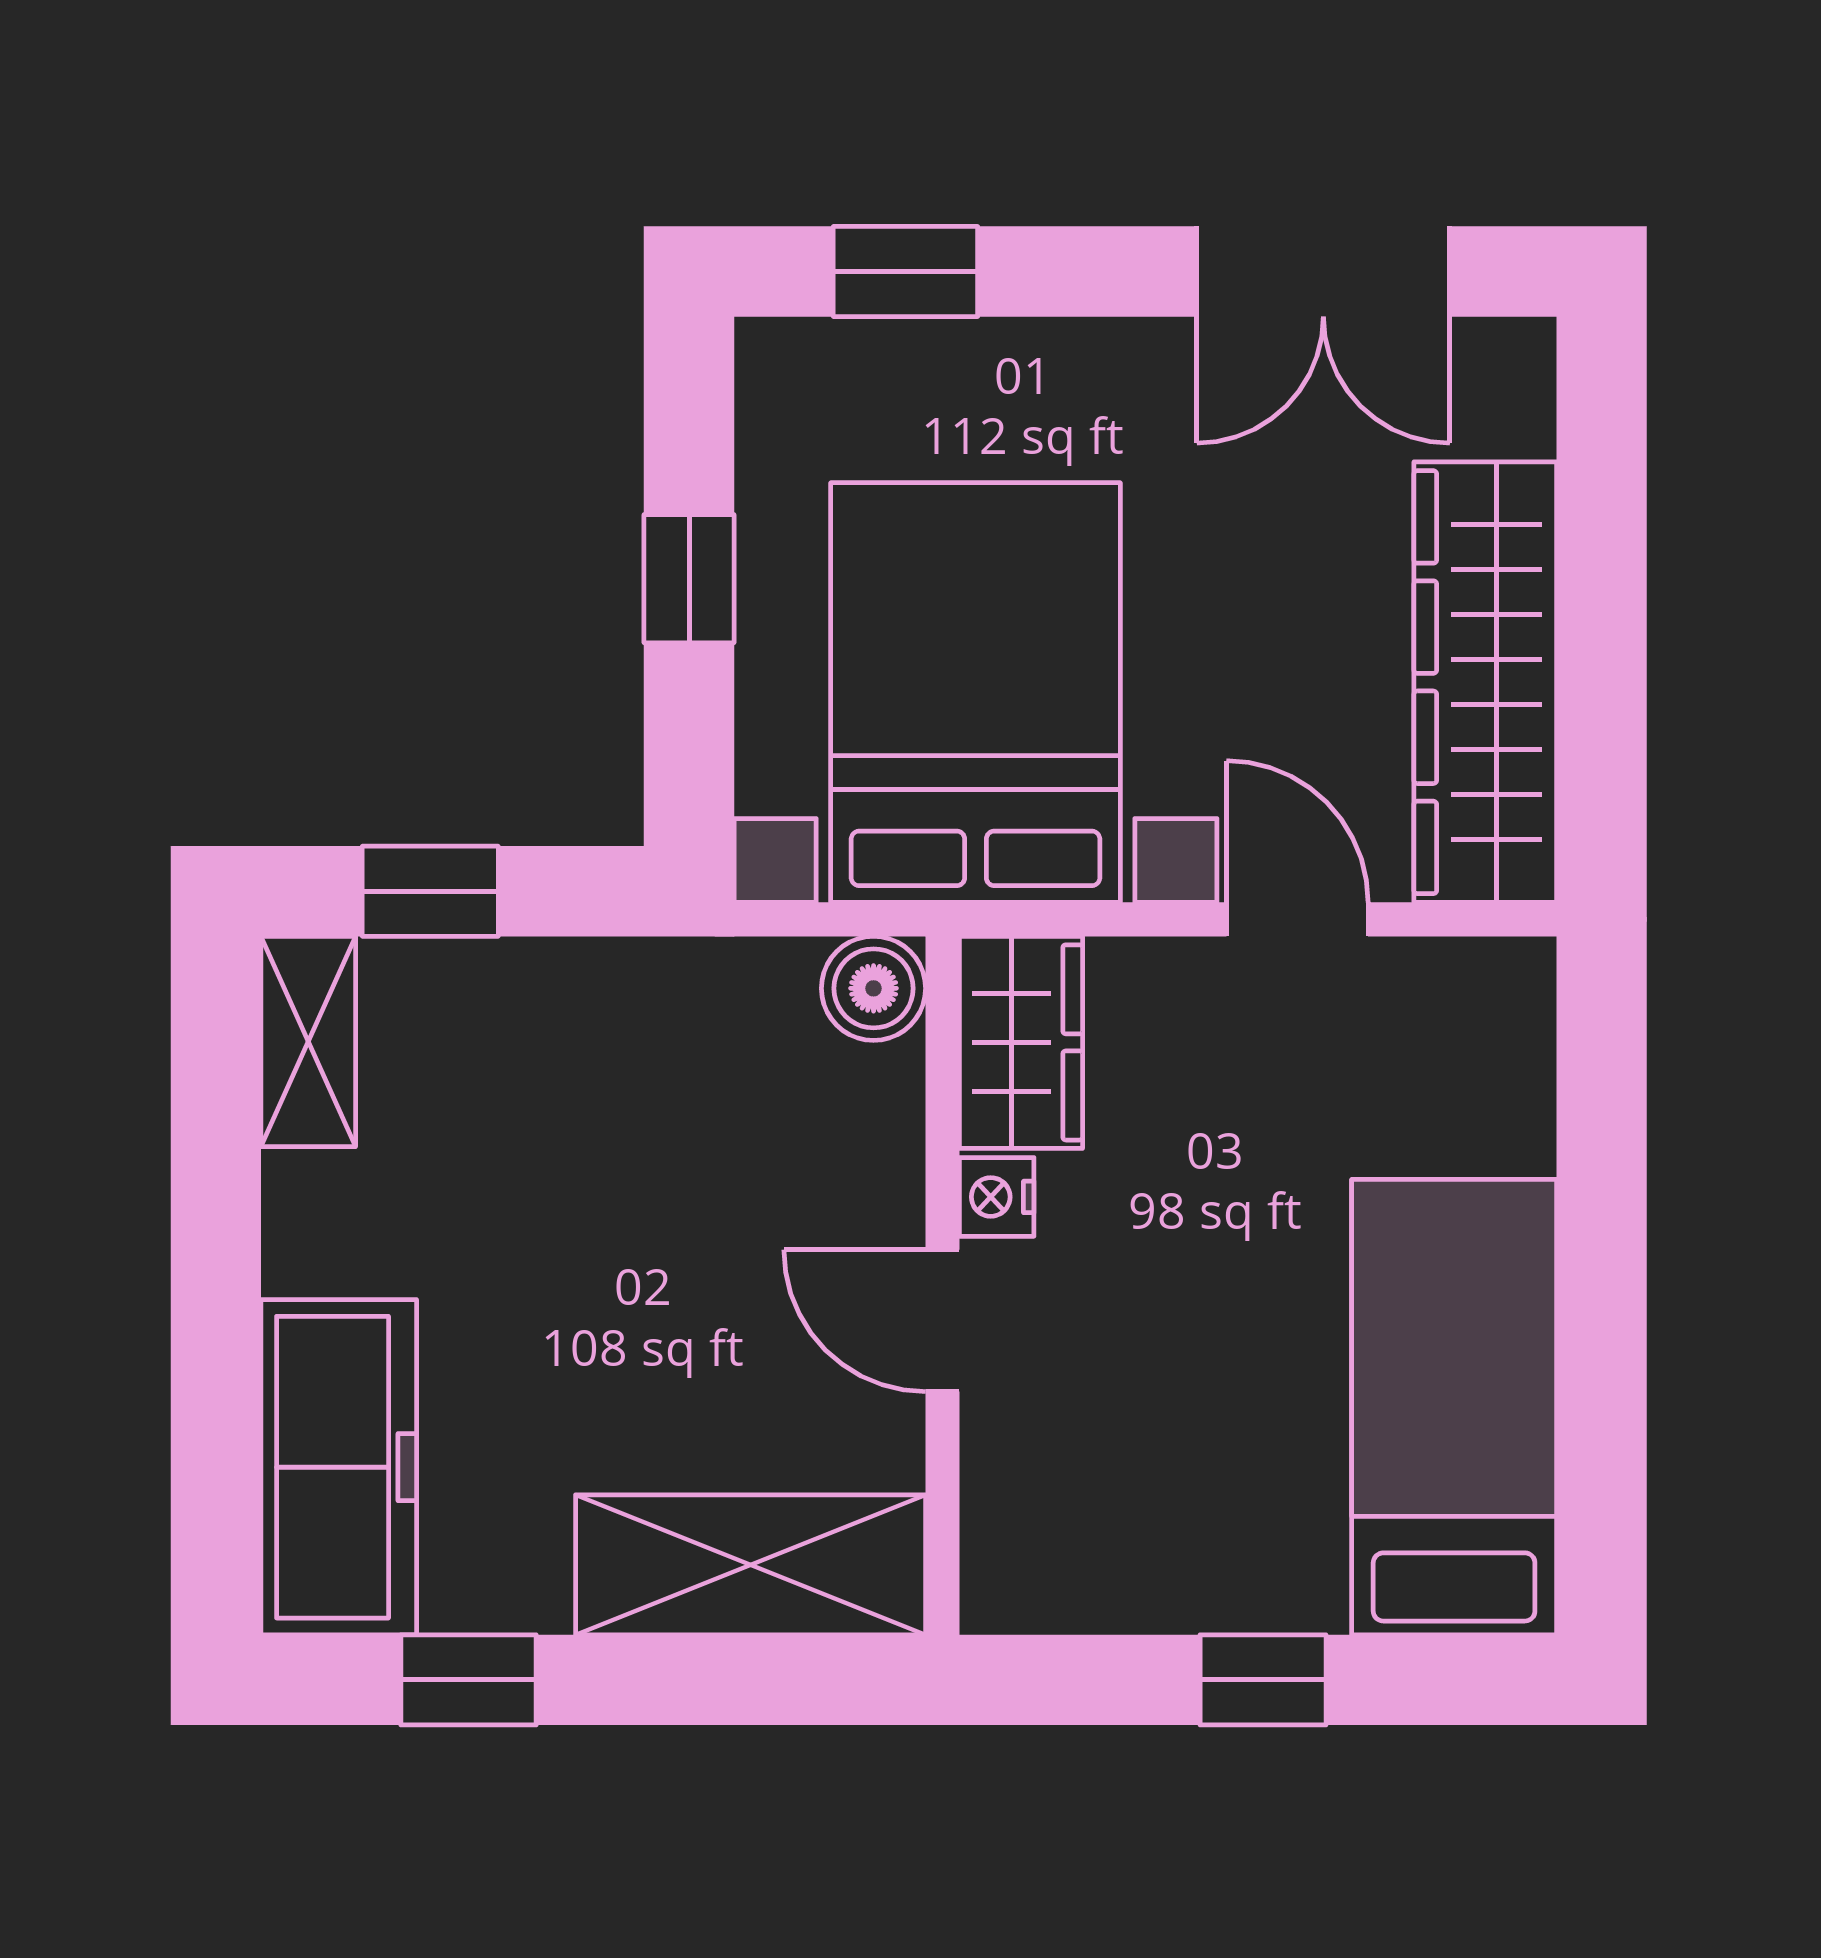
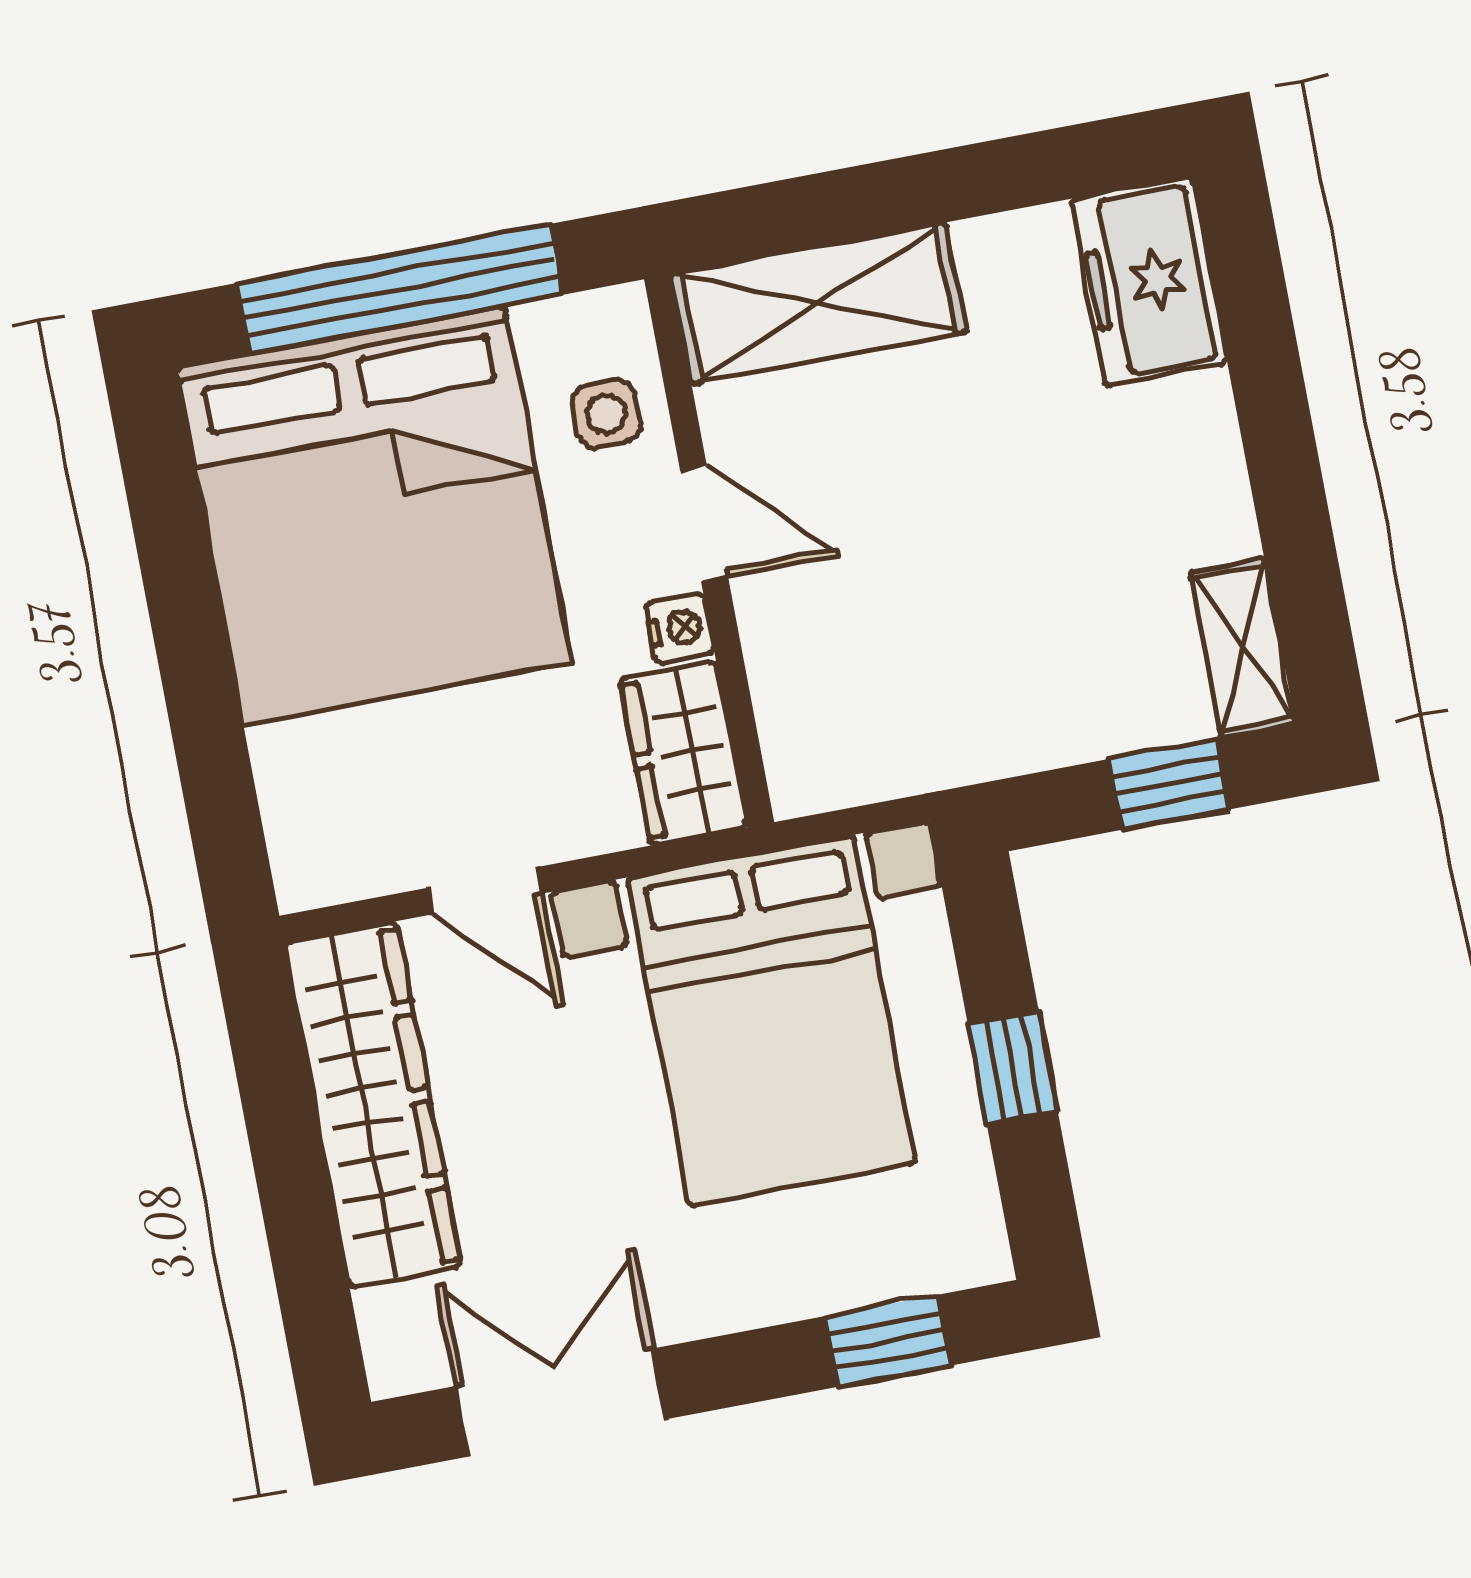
boiler: (874, 988) -> (807, 774), removed
bed: (1454, 1407) -> (374, 515), width x2.04
freezer: (339, 1467) -> (1149, 281), width x0.71
side table: (1038, 1478) -> (606, 414), added
window: (469, 1680) -> (1023, 171), removed
window: (1263, 1680) -> (399, 289), width x3.17

